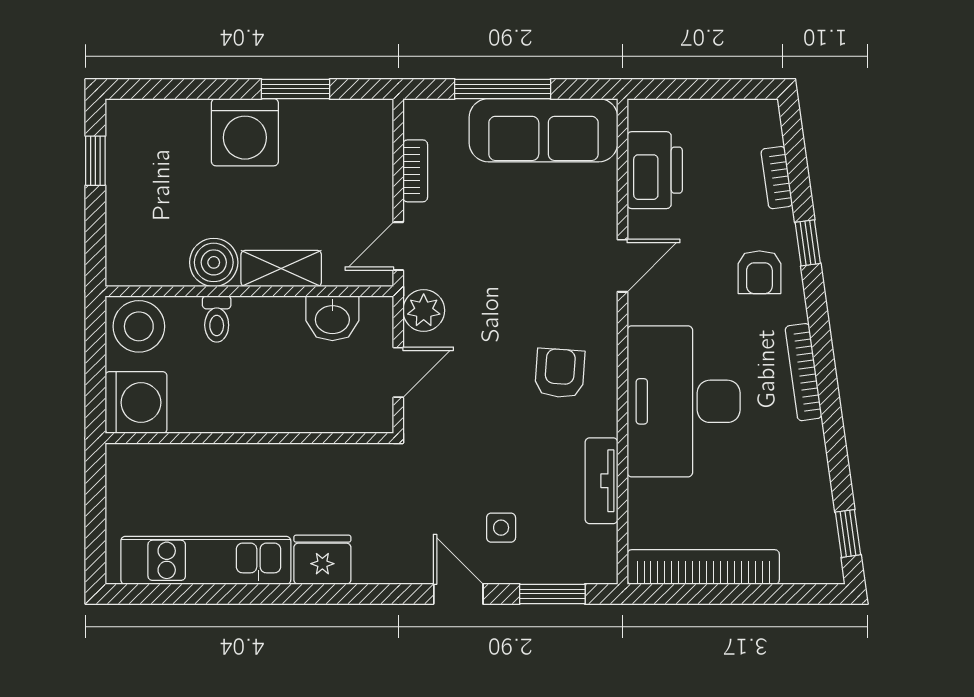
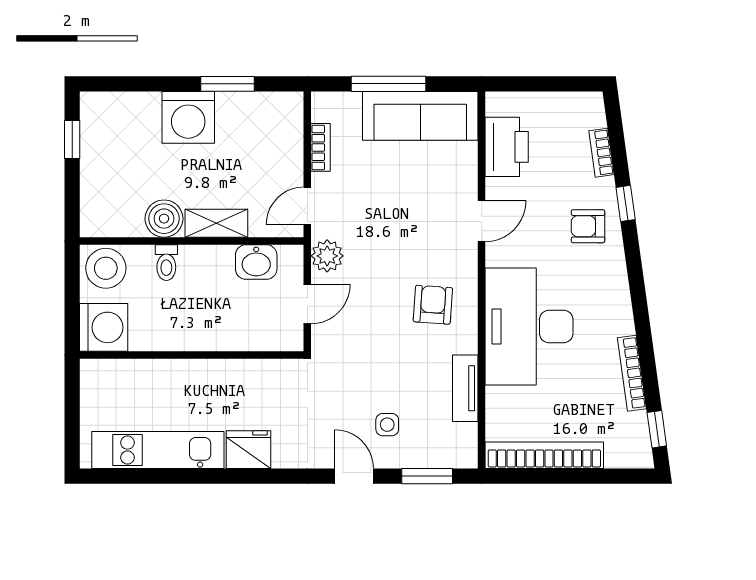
armchair: (759, 272) -> (588, 226), turned 90
bookcase: (804, 372) -> (632, 373), moved

